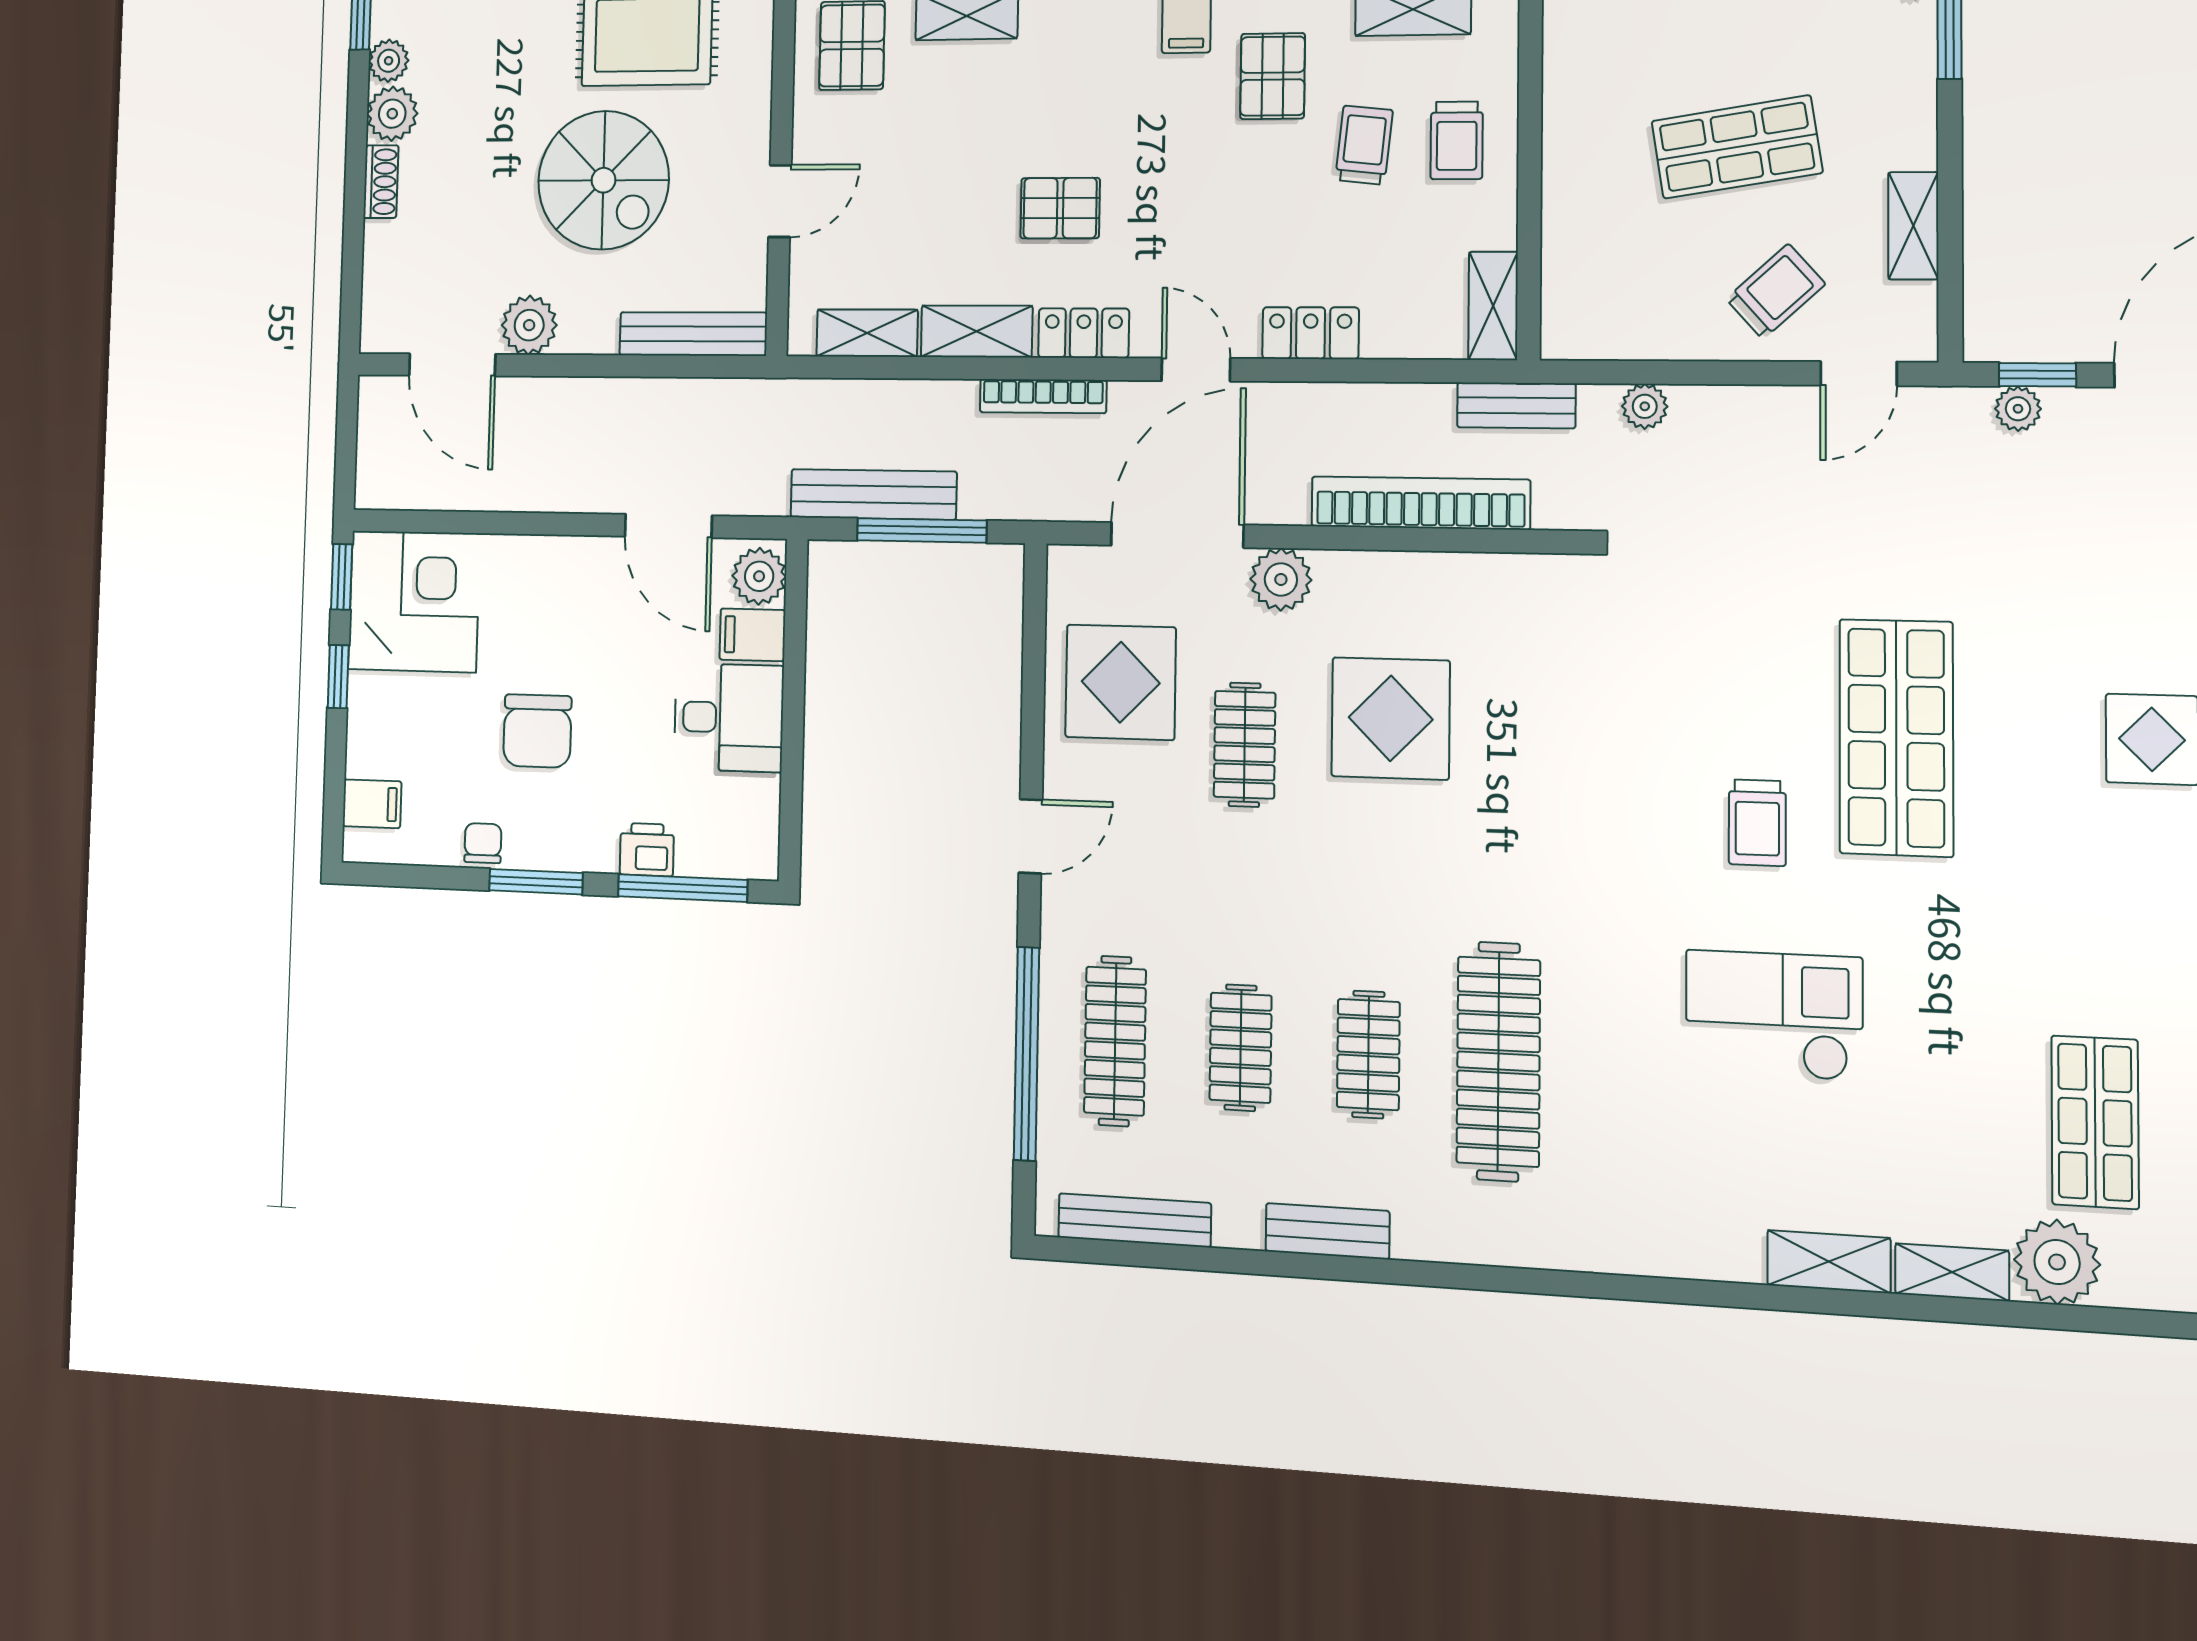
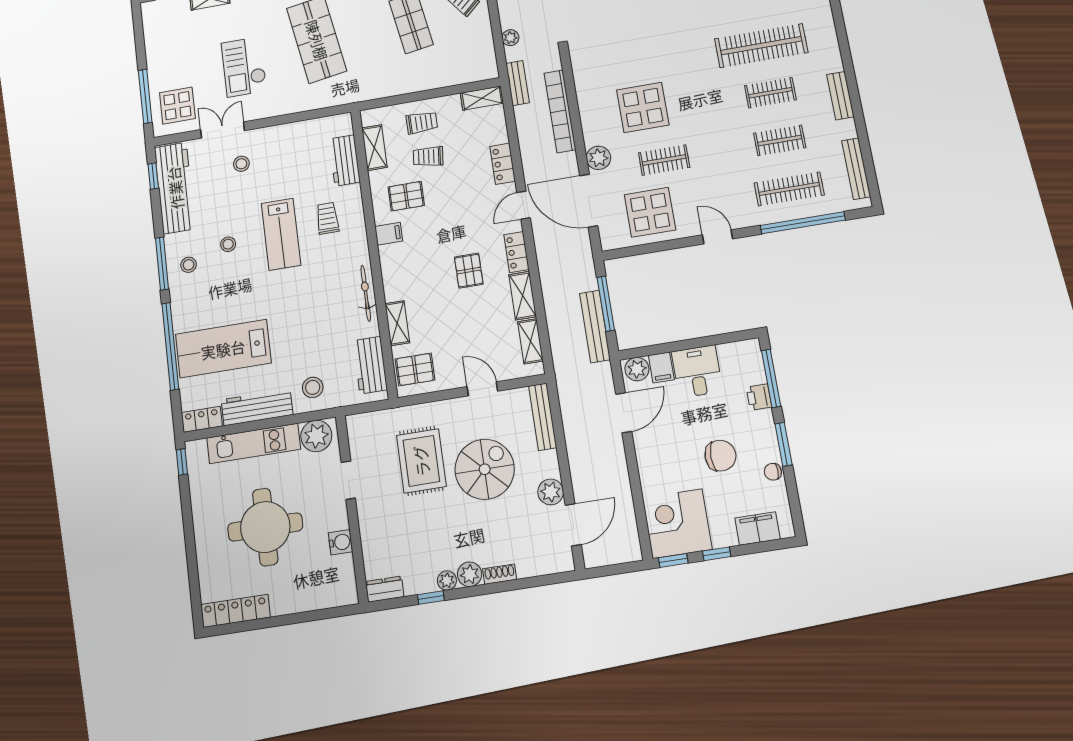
bookcase: (1043, 396) -> (544, 264), removed
filing cabinet: (372, 804) -> (758, 529), width x2.00

